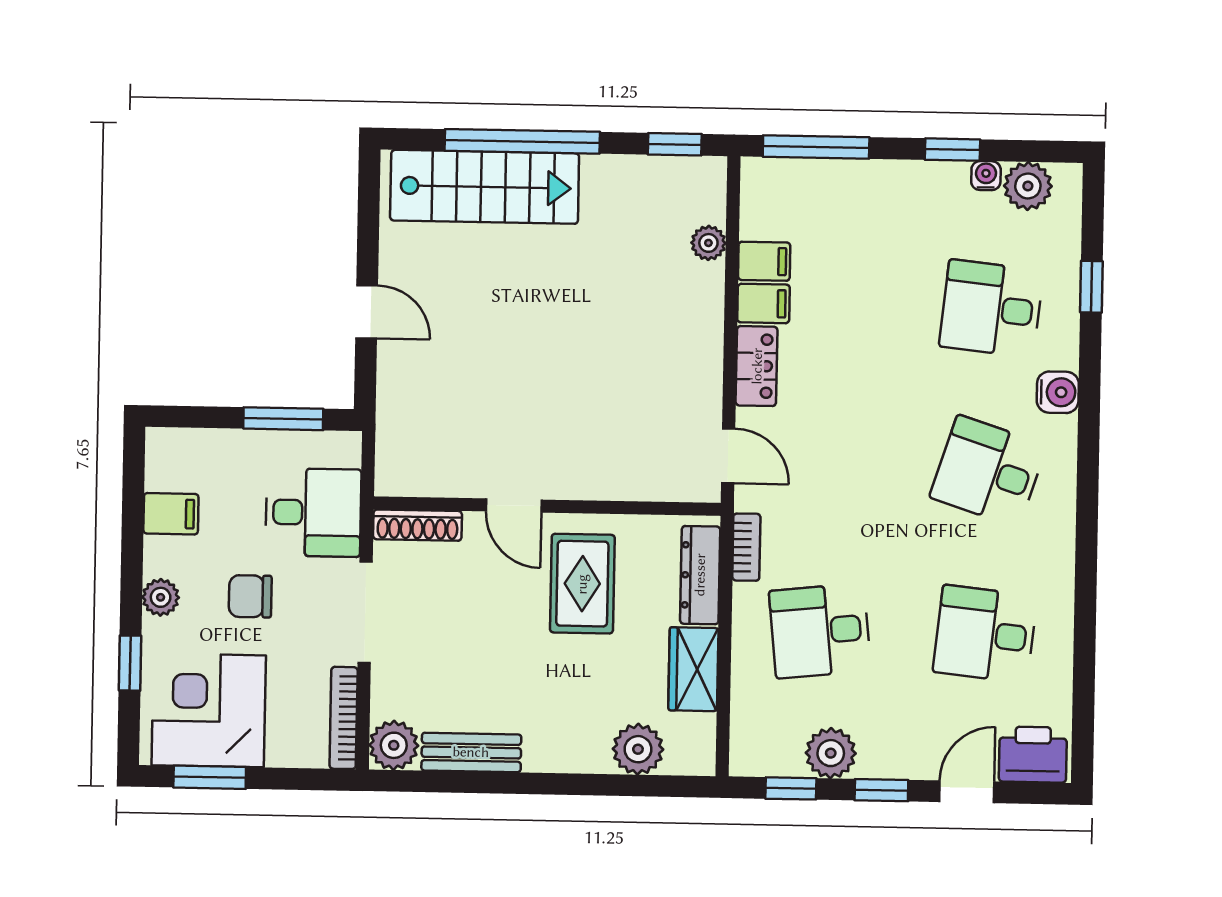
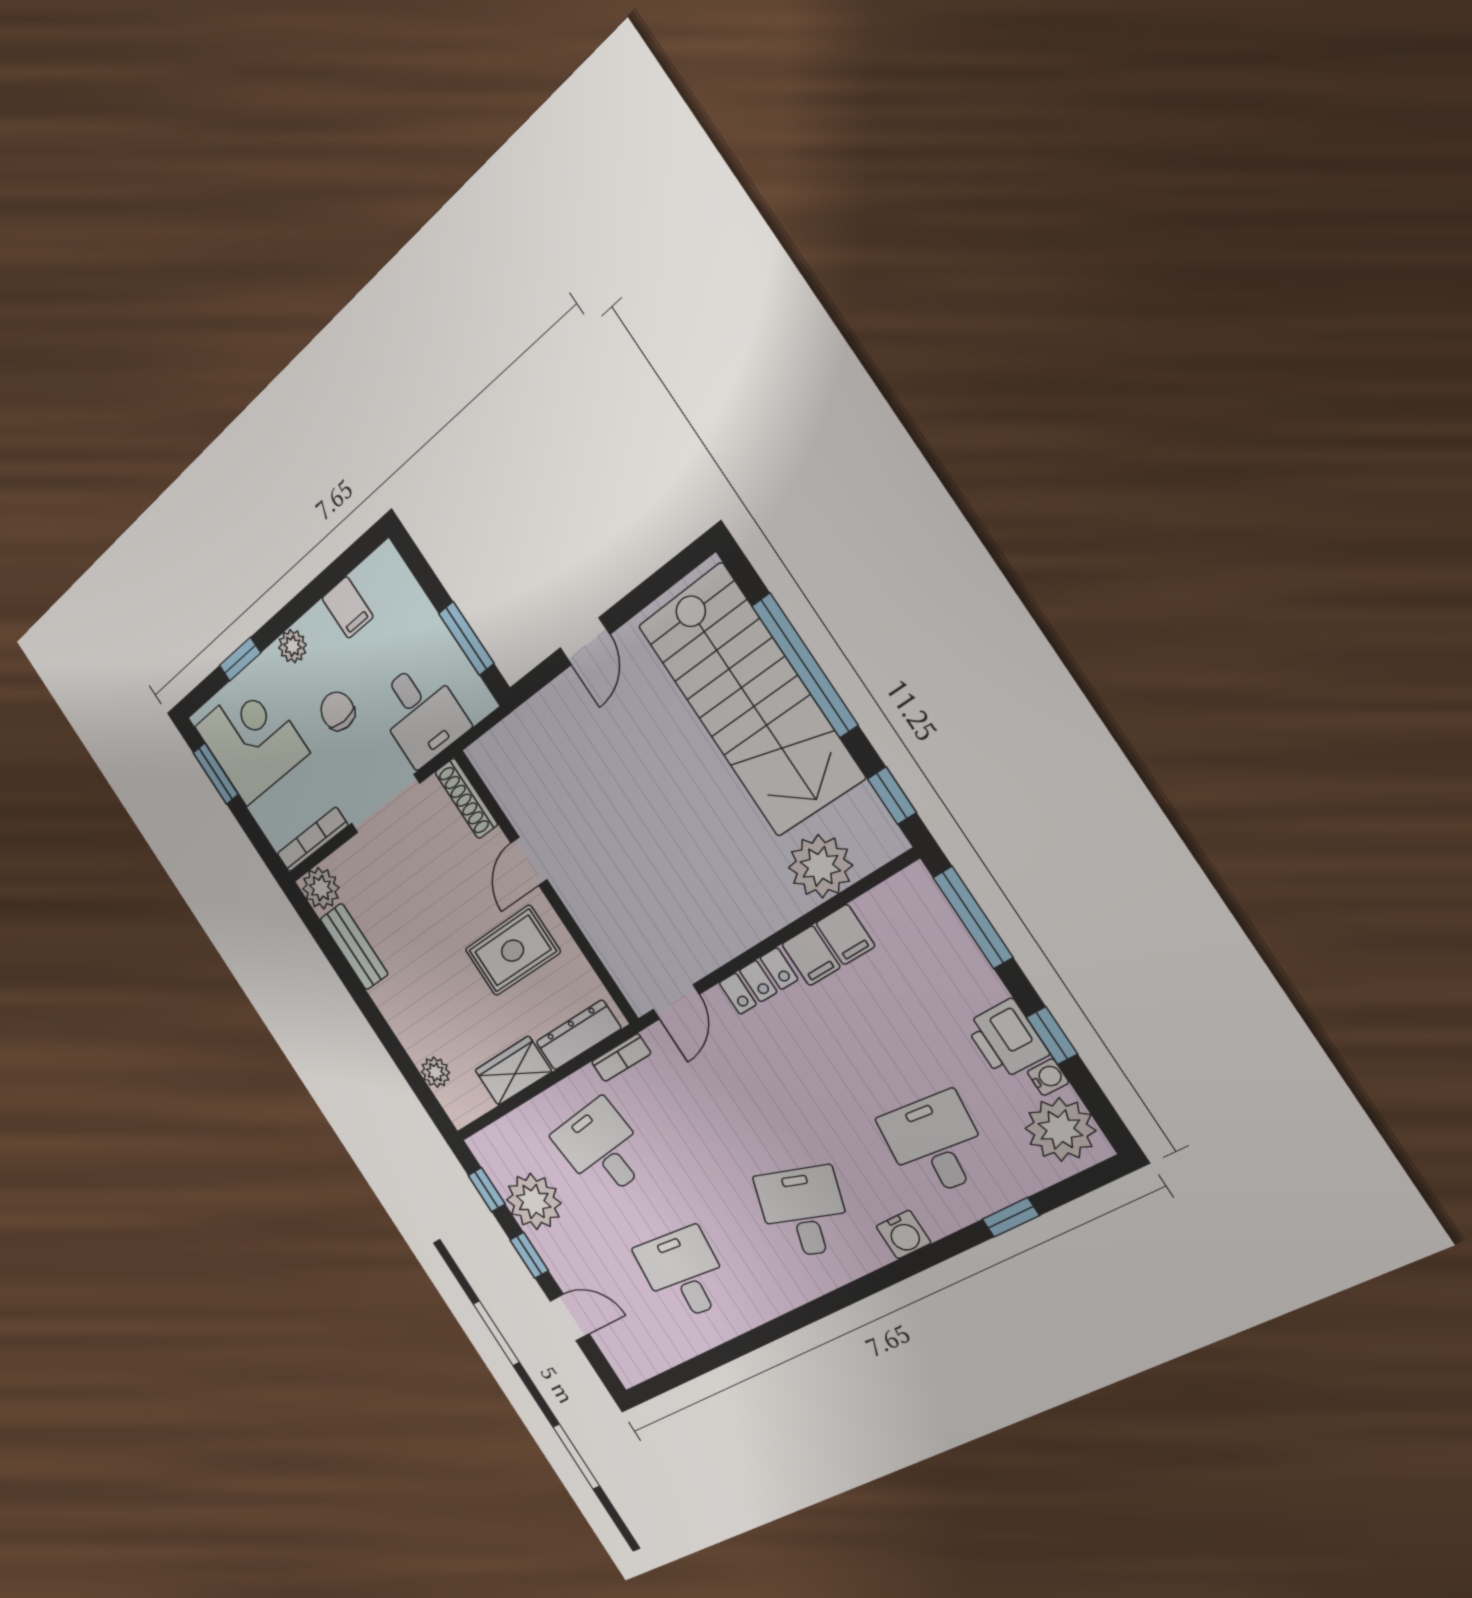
plant: (1028, 186) -> (1060, 1130), width x1.36, depth x1.36
stairs: (485, 187) -> (750, 701), width x1.36, depth x1.51
plant: (708, 243) -> (820, 866), width x1.88, depth x1.88
plant: (638, 749) -> (435, 1072), width x0.73, depth x0.73
plant: (831, 753) -> (534, 1202), width x1.36, depth x1.36
printer: (1033, 755) -> (1007, 1039), moved, turned 180

